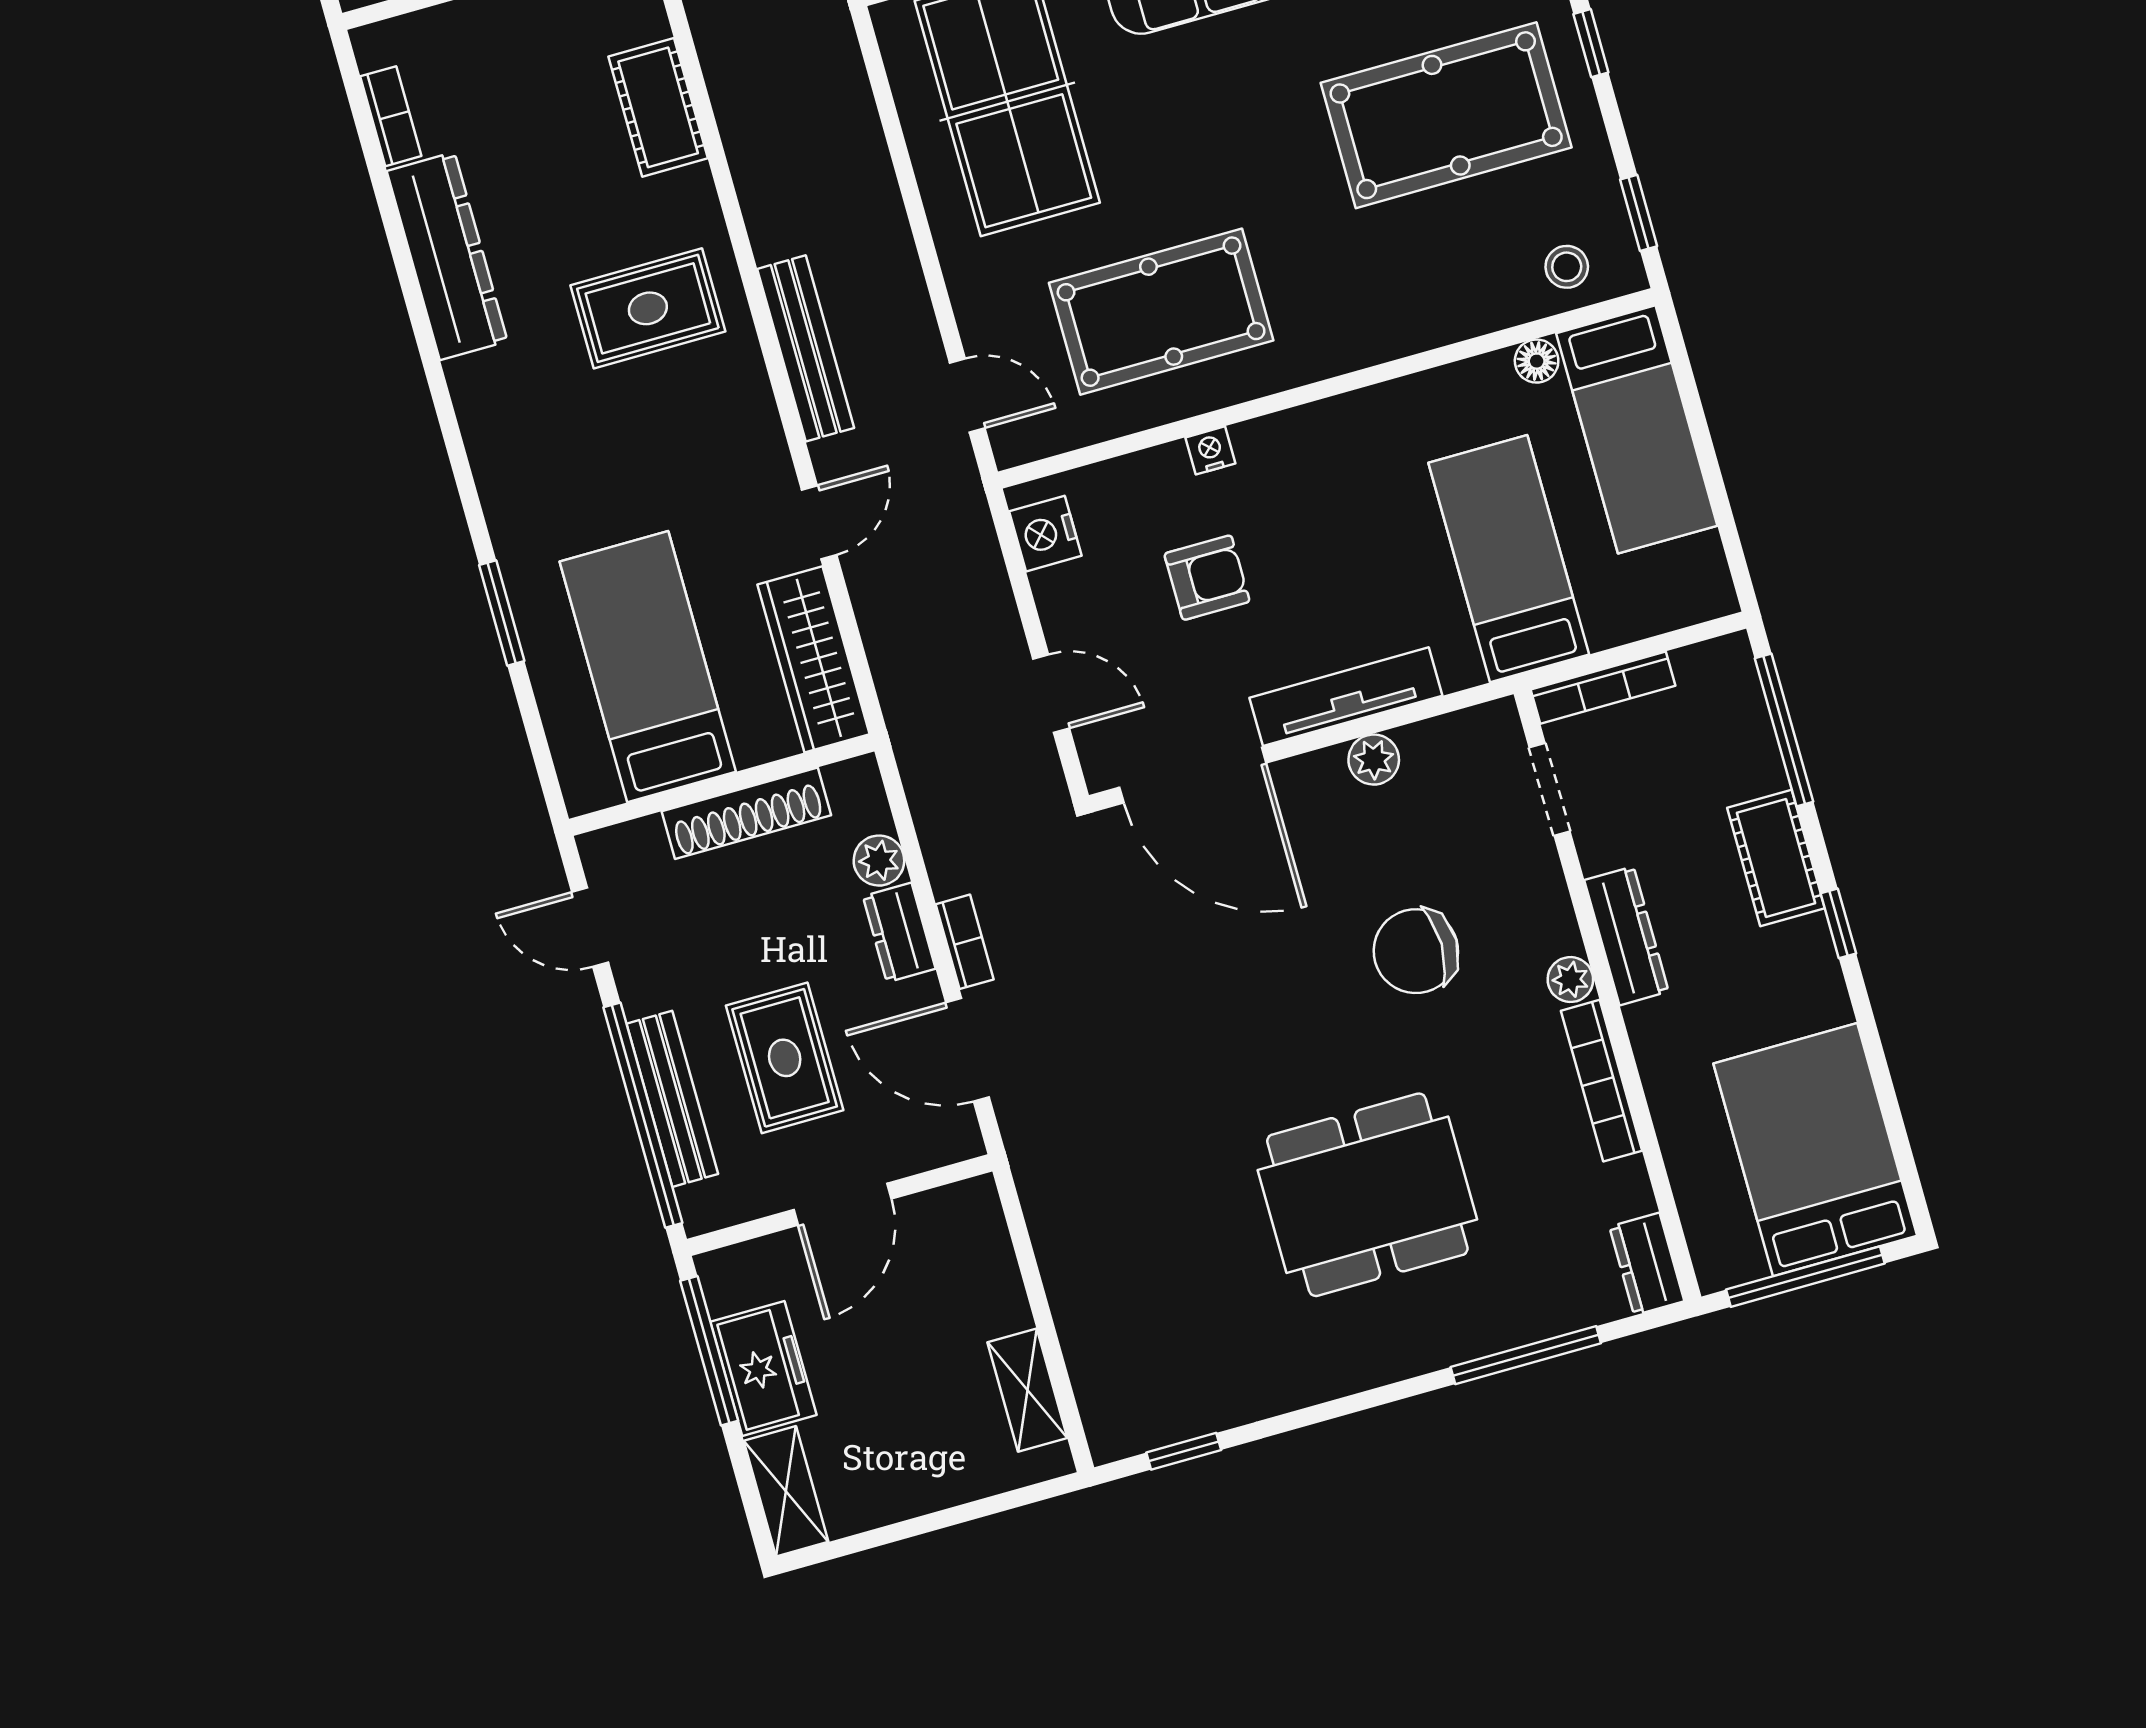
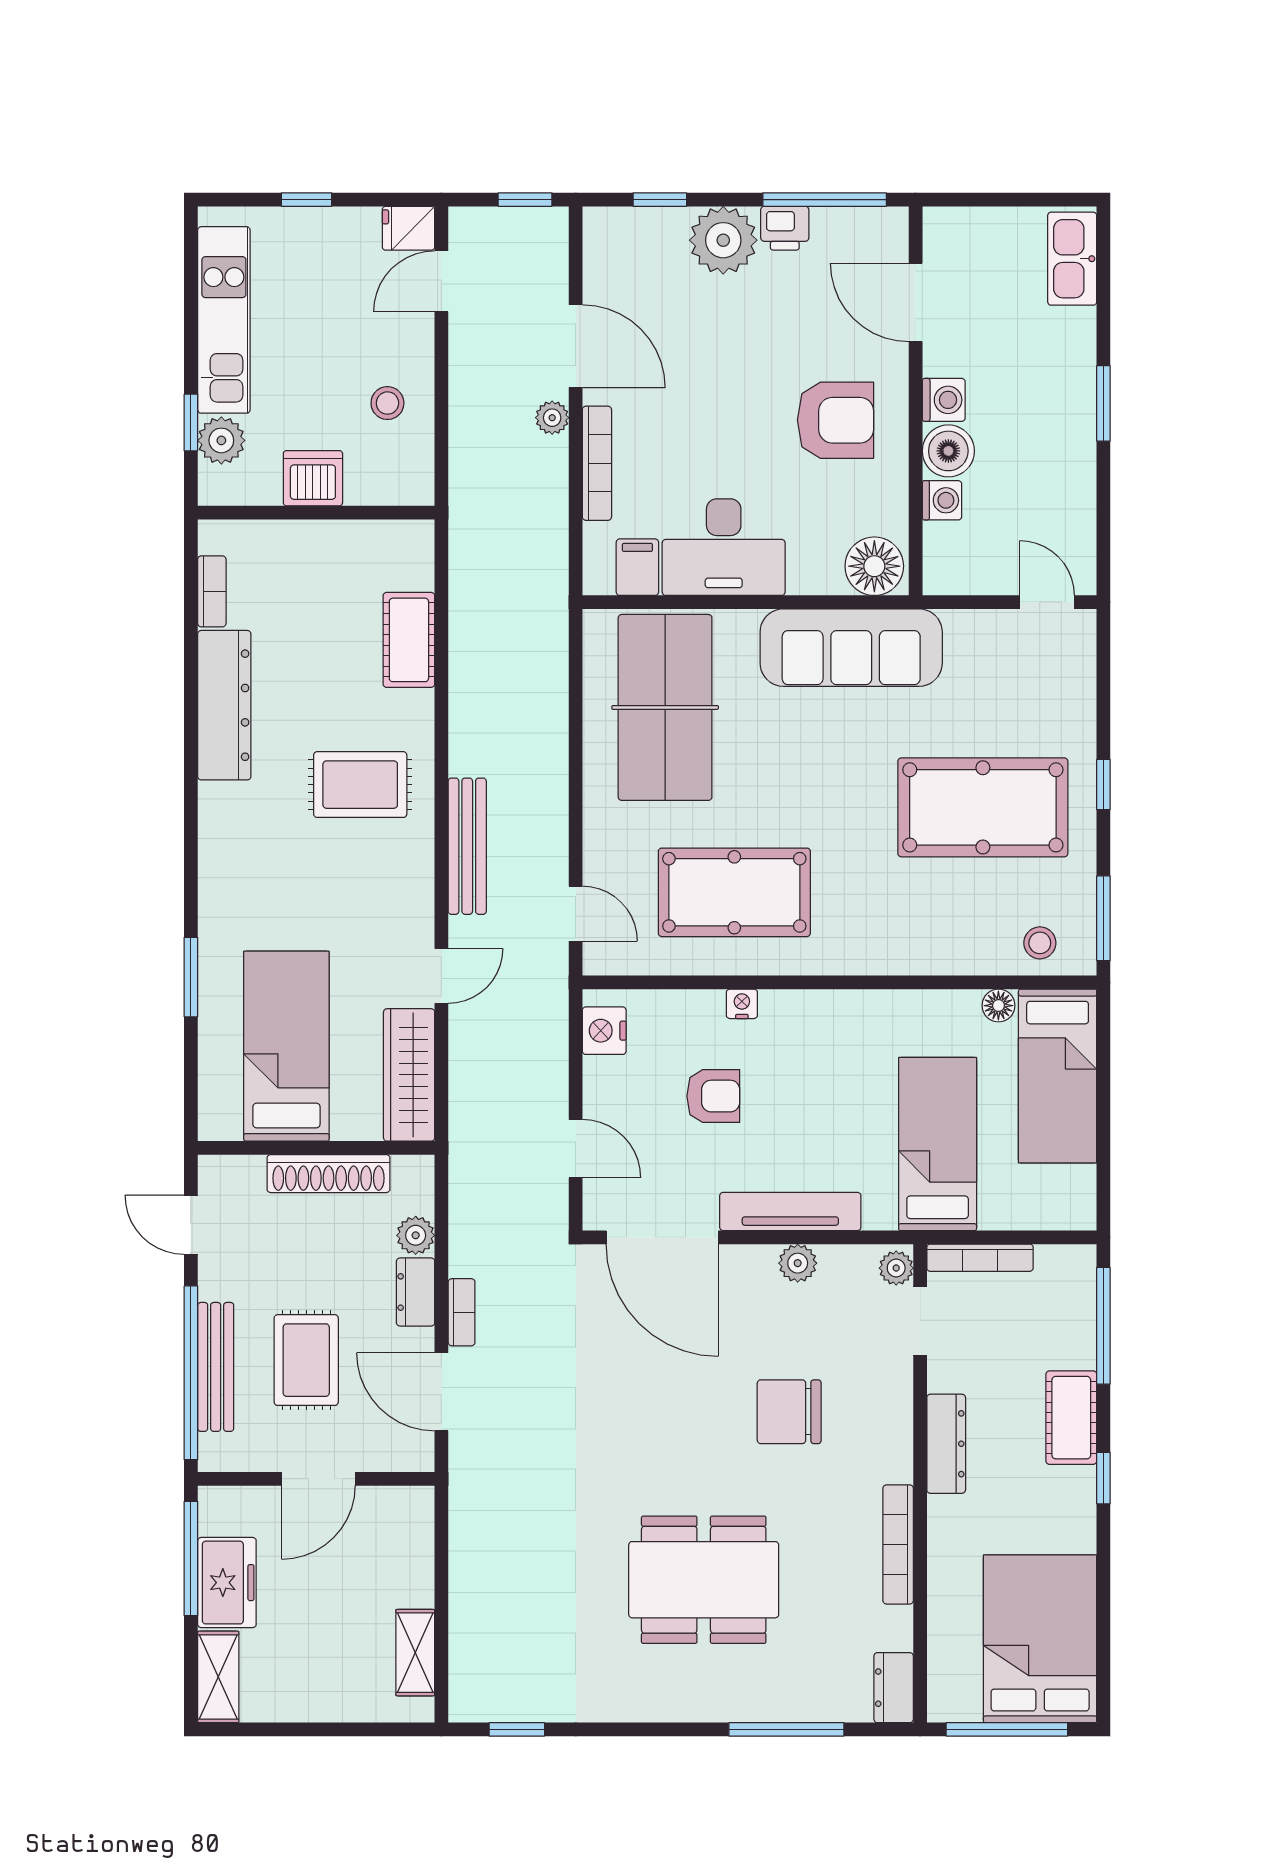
window: (1639, 213) -> (1103, 918), width x1.50
plant: (1570, 980) -> (896, 1268), moved

